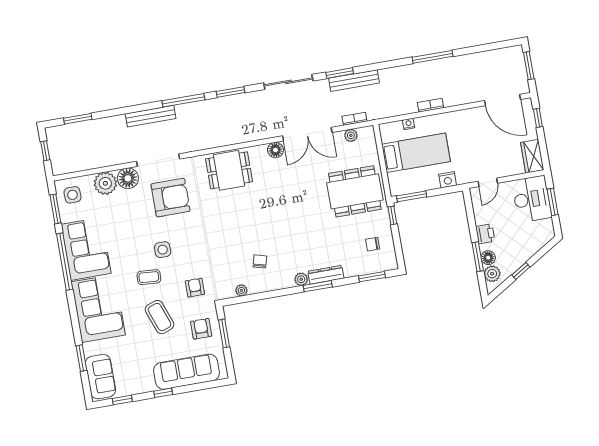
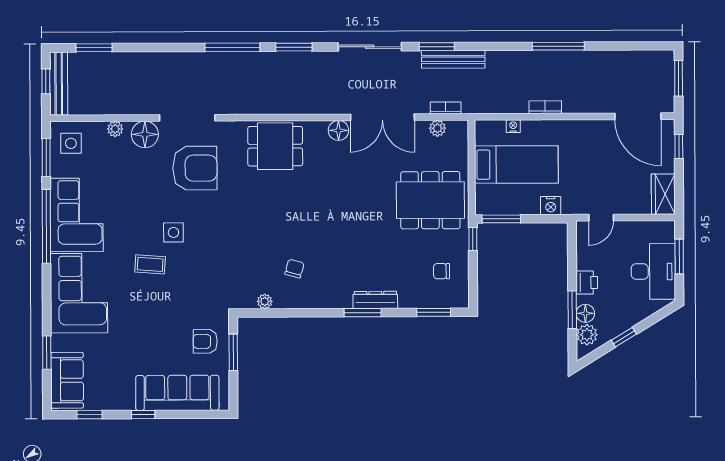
bench: (151, 116) -> (59, 83), moved, turned 90
plant: (105, 183) -> (115, 129), width x0.53, depth x0.53
desk: (532, 199) -> (653, 271), moved
plant: (301, 279) -> (343, 300), removed
armchair: (195, 288) -> (206, 288), removed
coffee table: (160, 317) -> (155, 317), removed
armchair: (201, 329) -> (205, 341), turned -90

